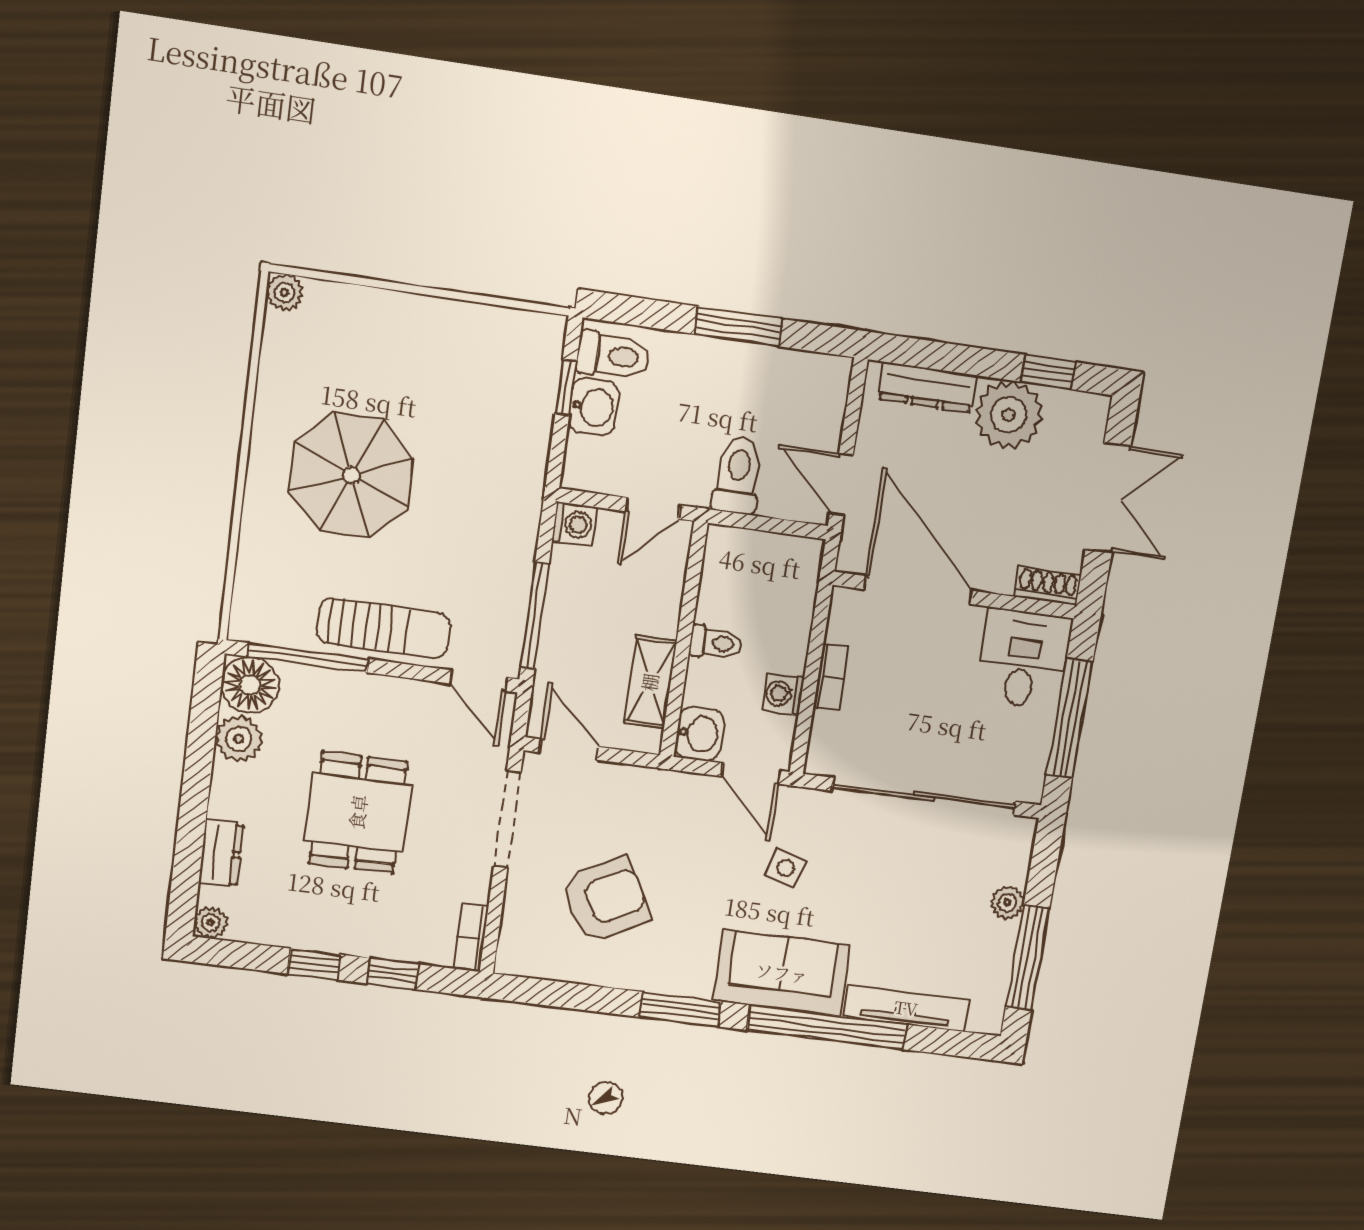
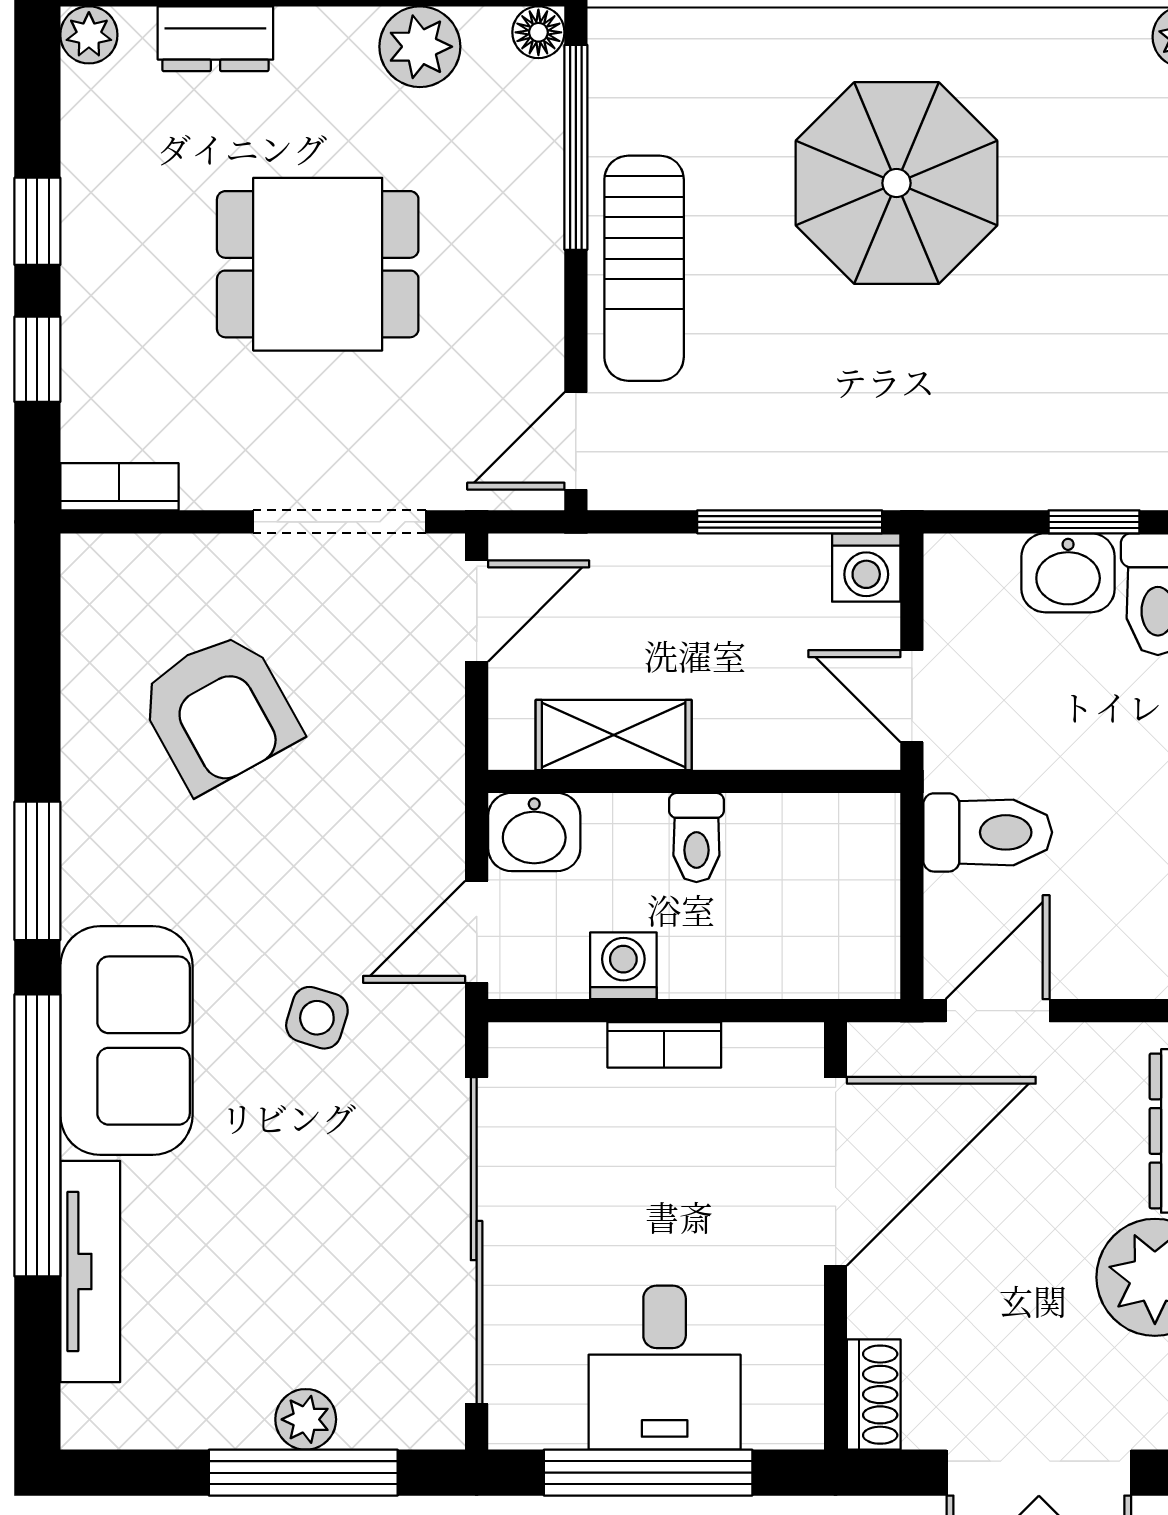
window: (535, 616) -> (790, 522), moved
desk: (1023, 659) -> (665, 1368), moved, turned 90
floor lamp: (250, 685) -> (538, 32), width x0.53, depth x0.53
window: (1028, 958) -> (303, 1473), moved

